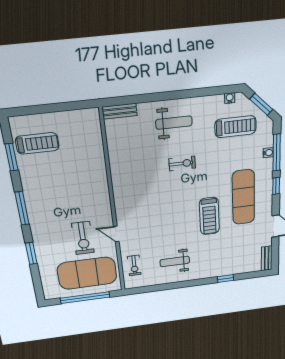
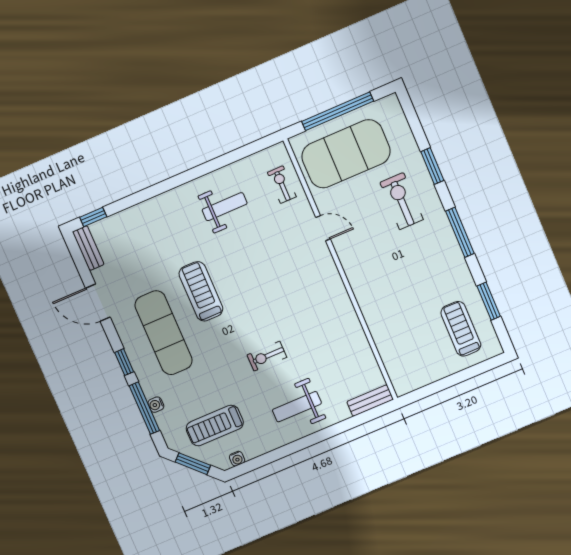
treadmill: (37, 143) -> (461, 329), turned 90
exercise bike: (83, 238) -> (402, 201), moved
window: (226, 279) -> (93, 217), moved

